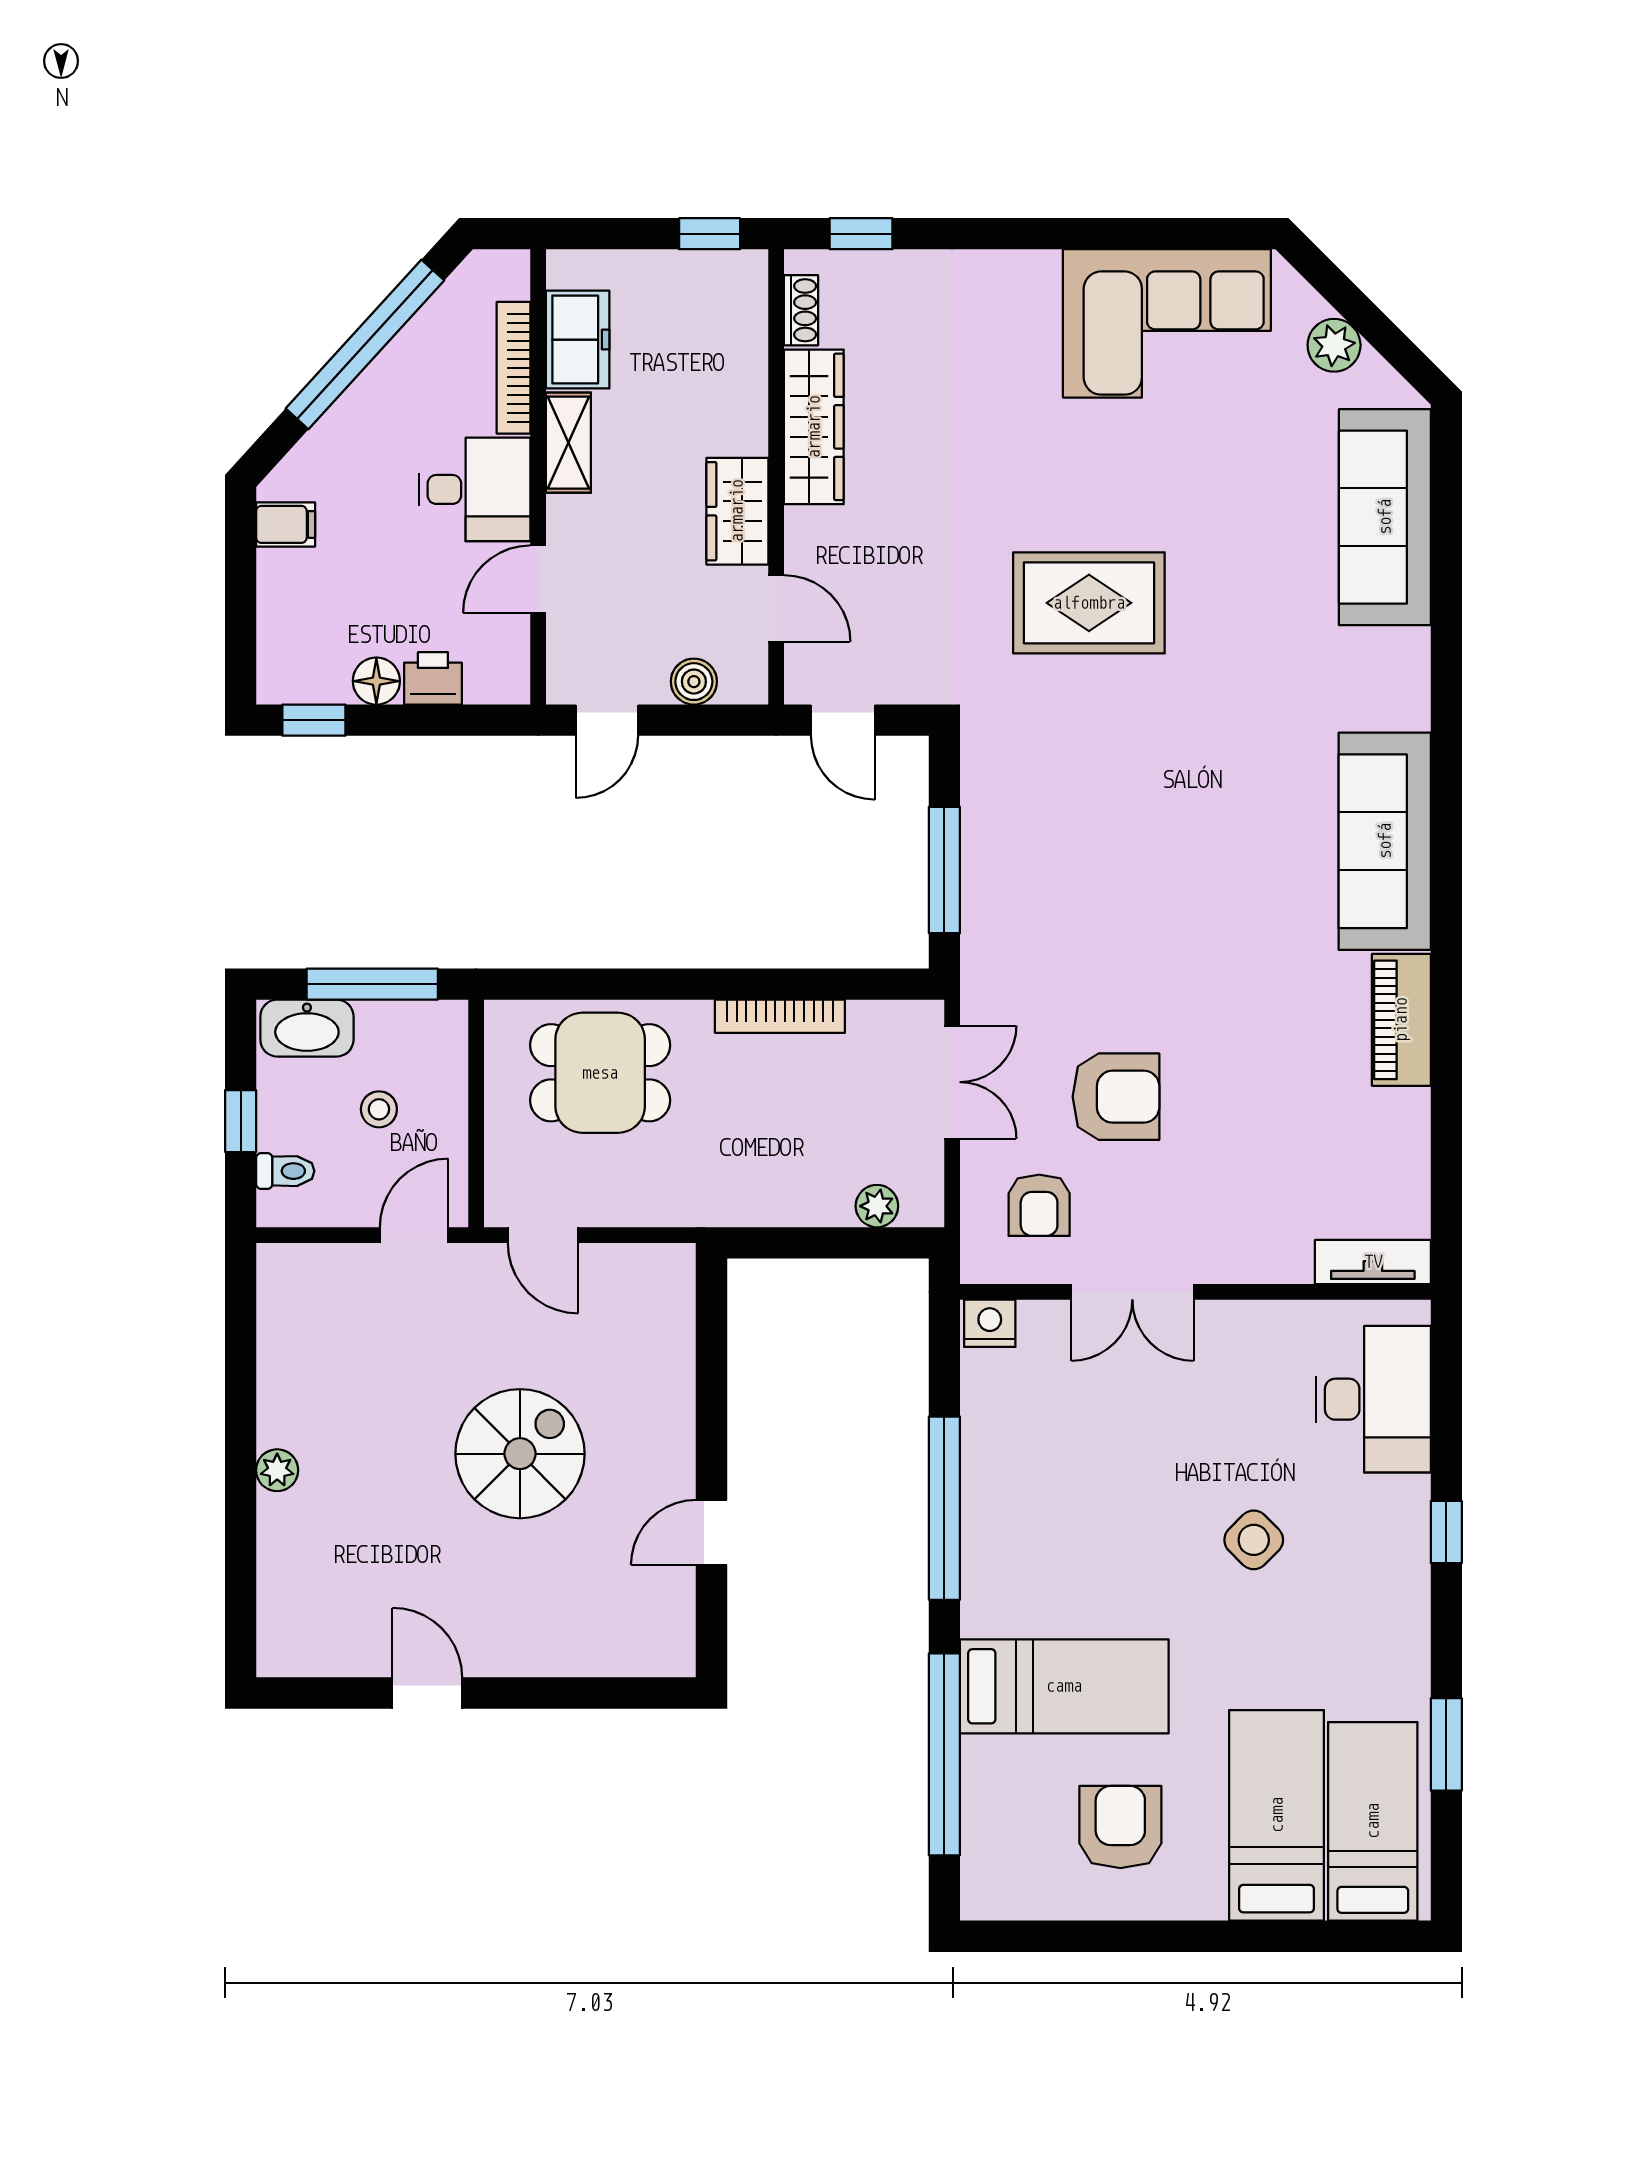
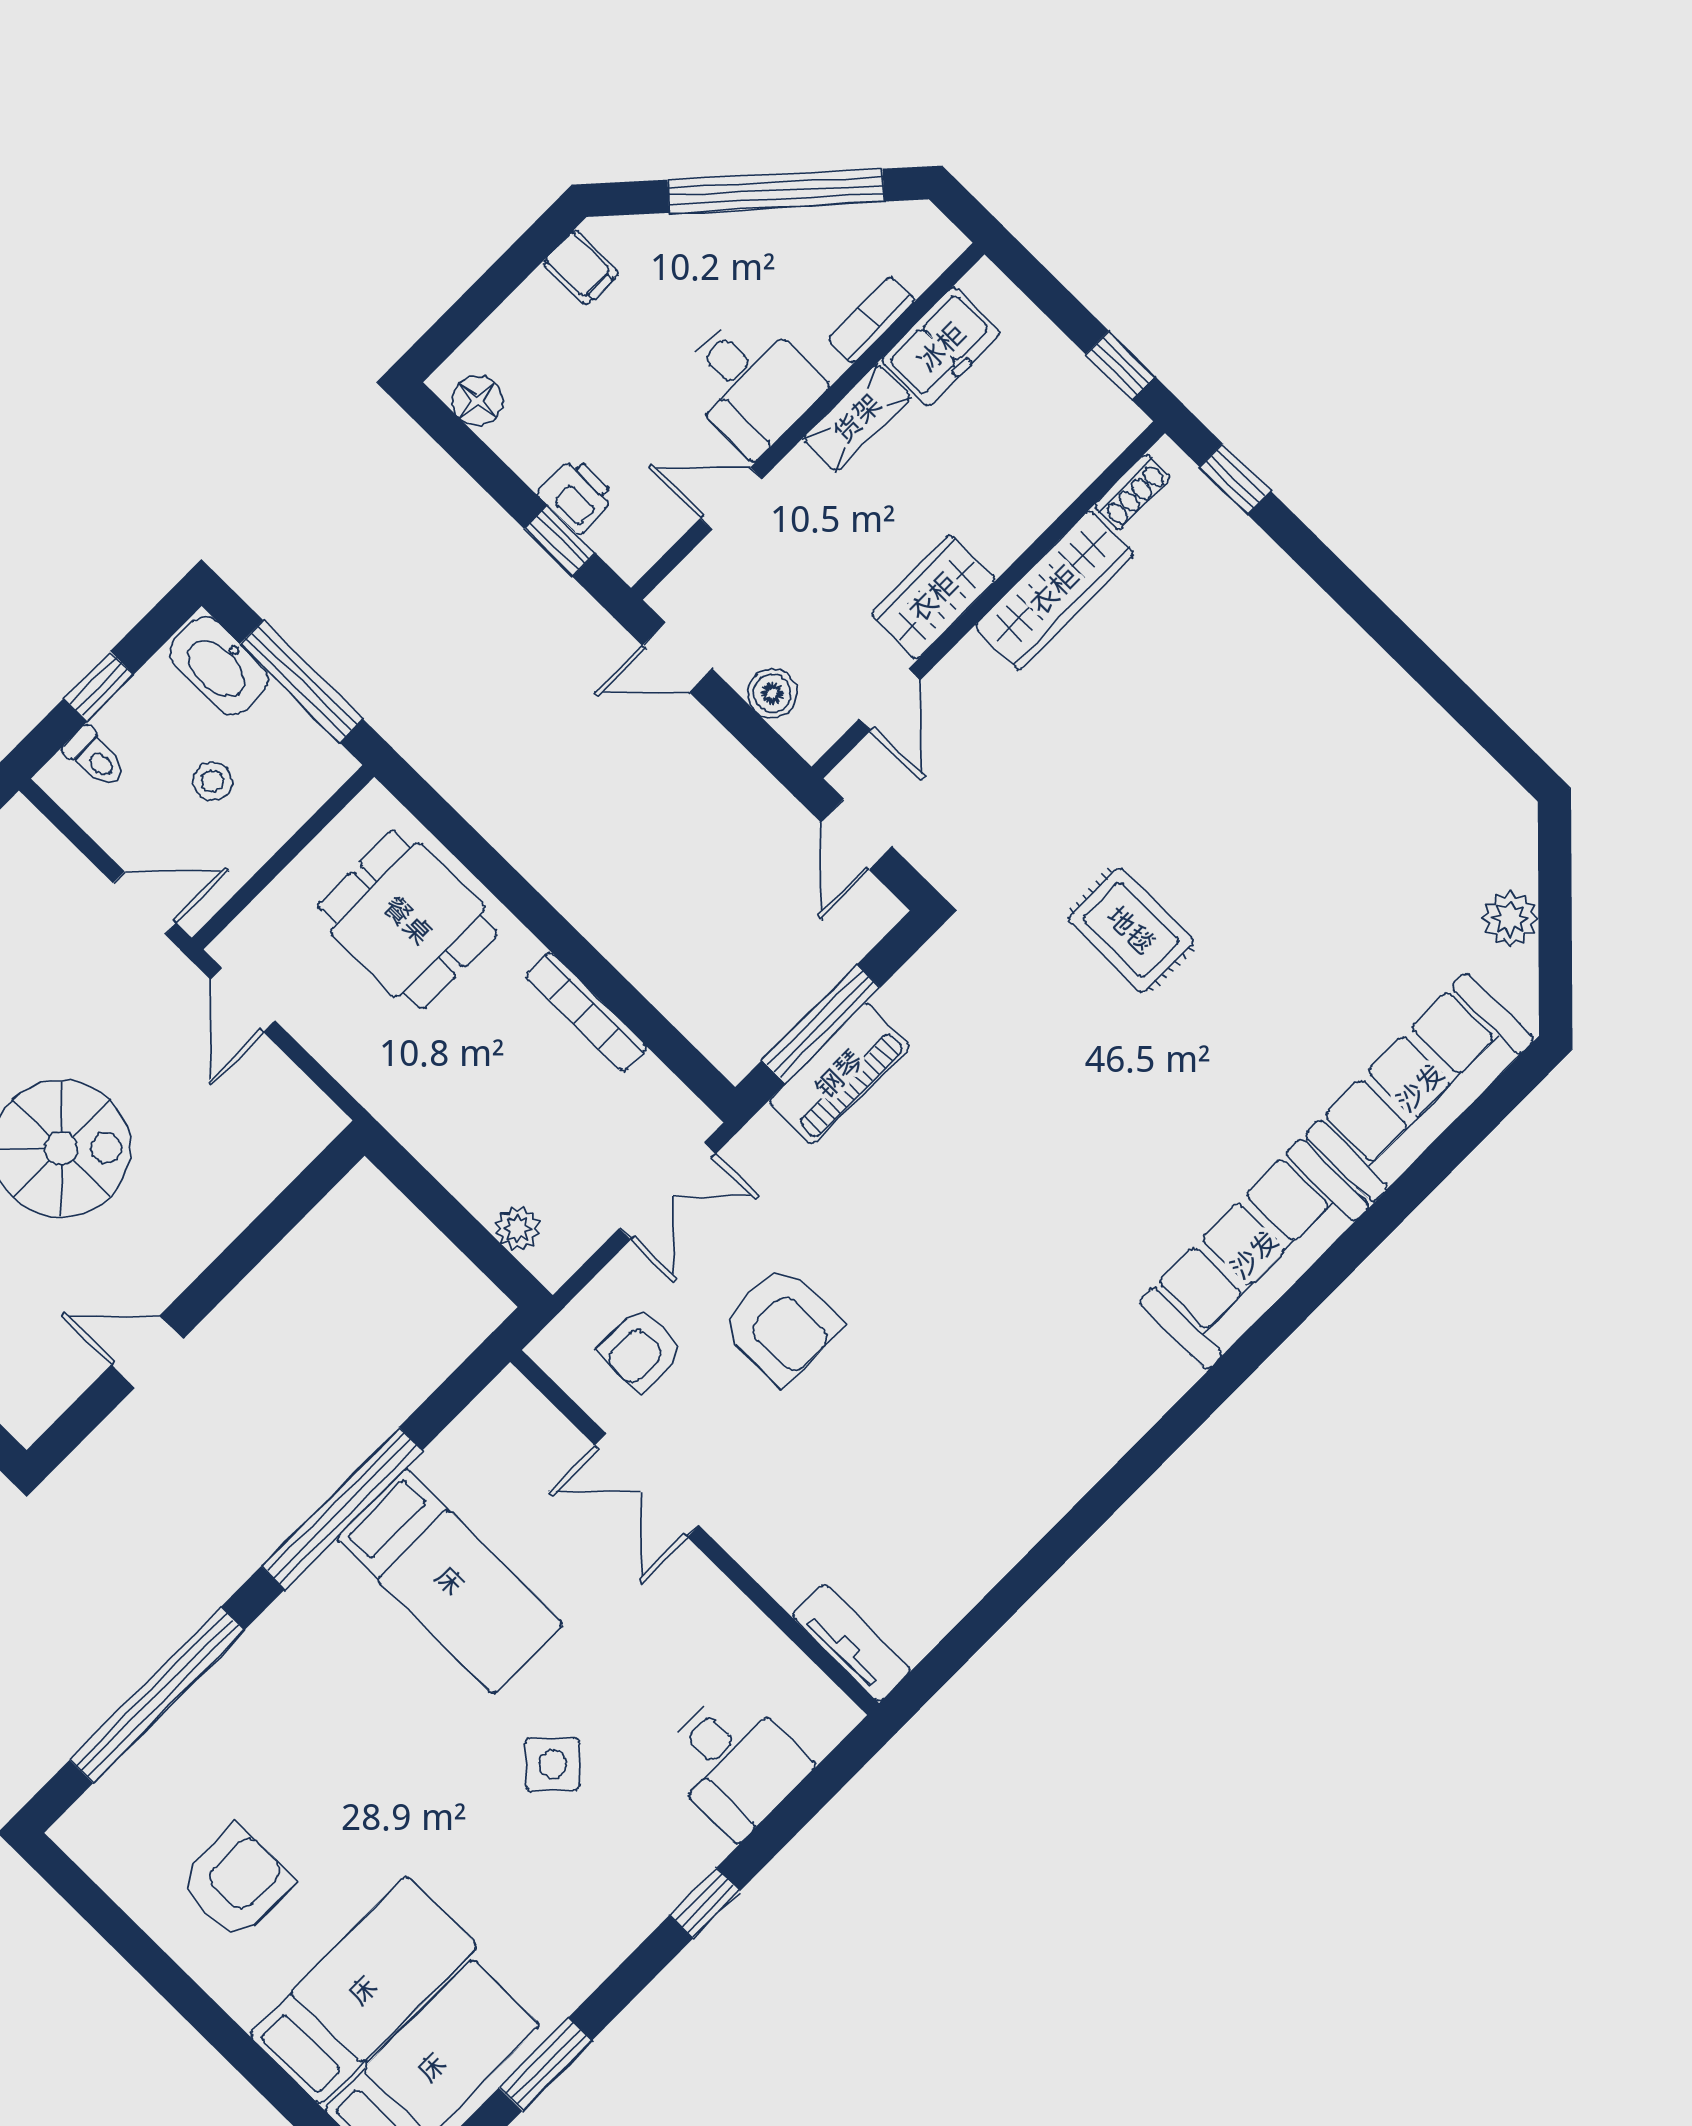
corner sofa: (1167, 323) -> (1400, 777), removed
bookcase: (514, 368) -> (871, 320), width x0.64
rug: (1089, 603) -> (1131, 930), width x0.73, depth x0.70
floor lamp: (376, 681) -> (477, 400), moved
window: (314, 720) -> (560, 541), moved
sofa: (1385, 841) -> (1254, 1254), moved
piano: (1401, 1020) -> (839, 1074), moved, turned 180
nightstand: (990, 1323) -> (515, 1402), removed
desk: (1373, 1399) -> (734, 1762), width x0.73
bed: (1064, 1686) -> (450, 1581), moved

